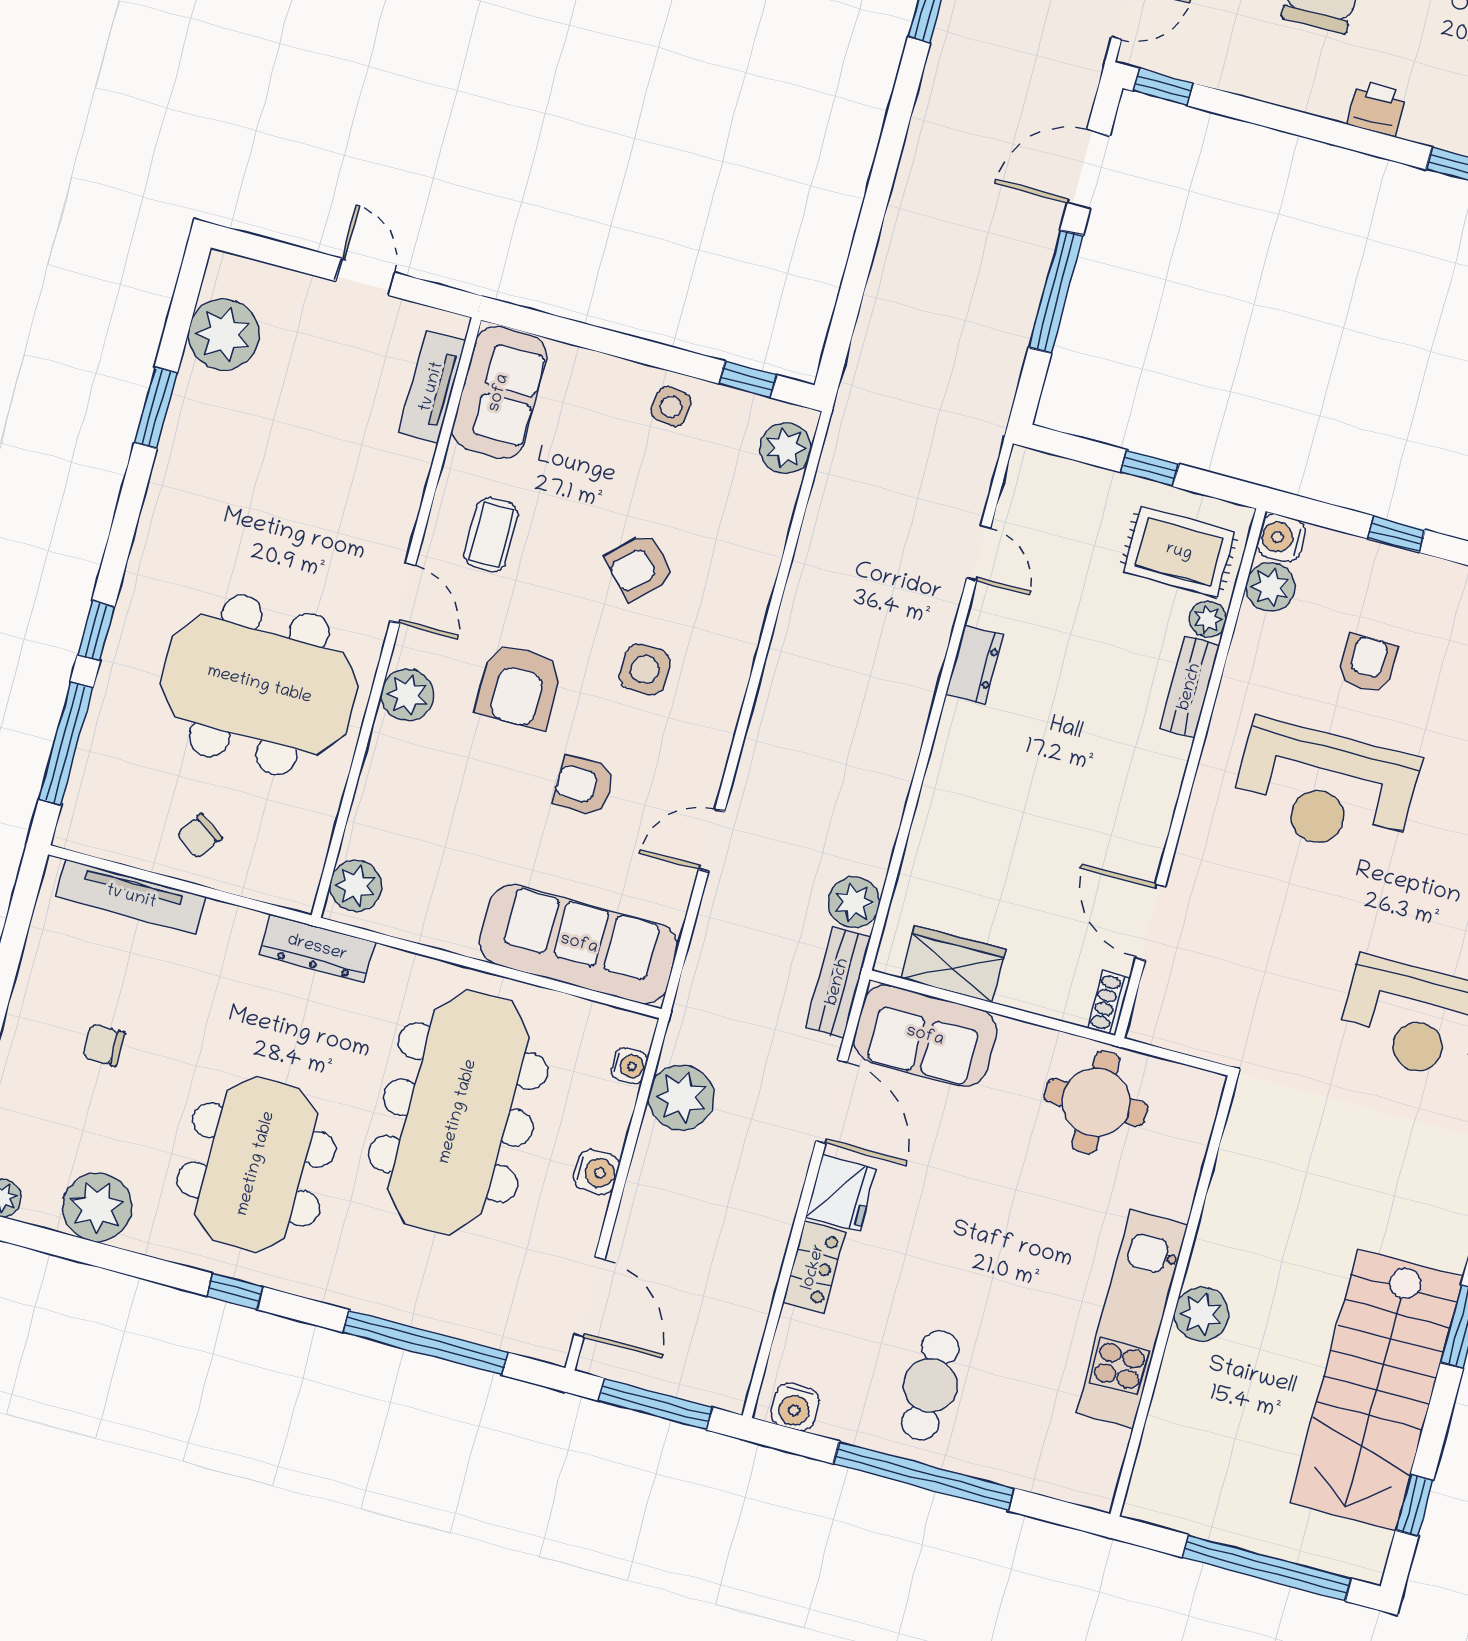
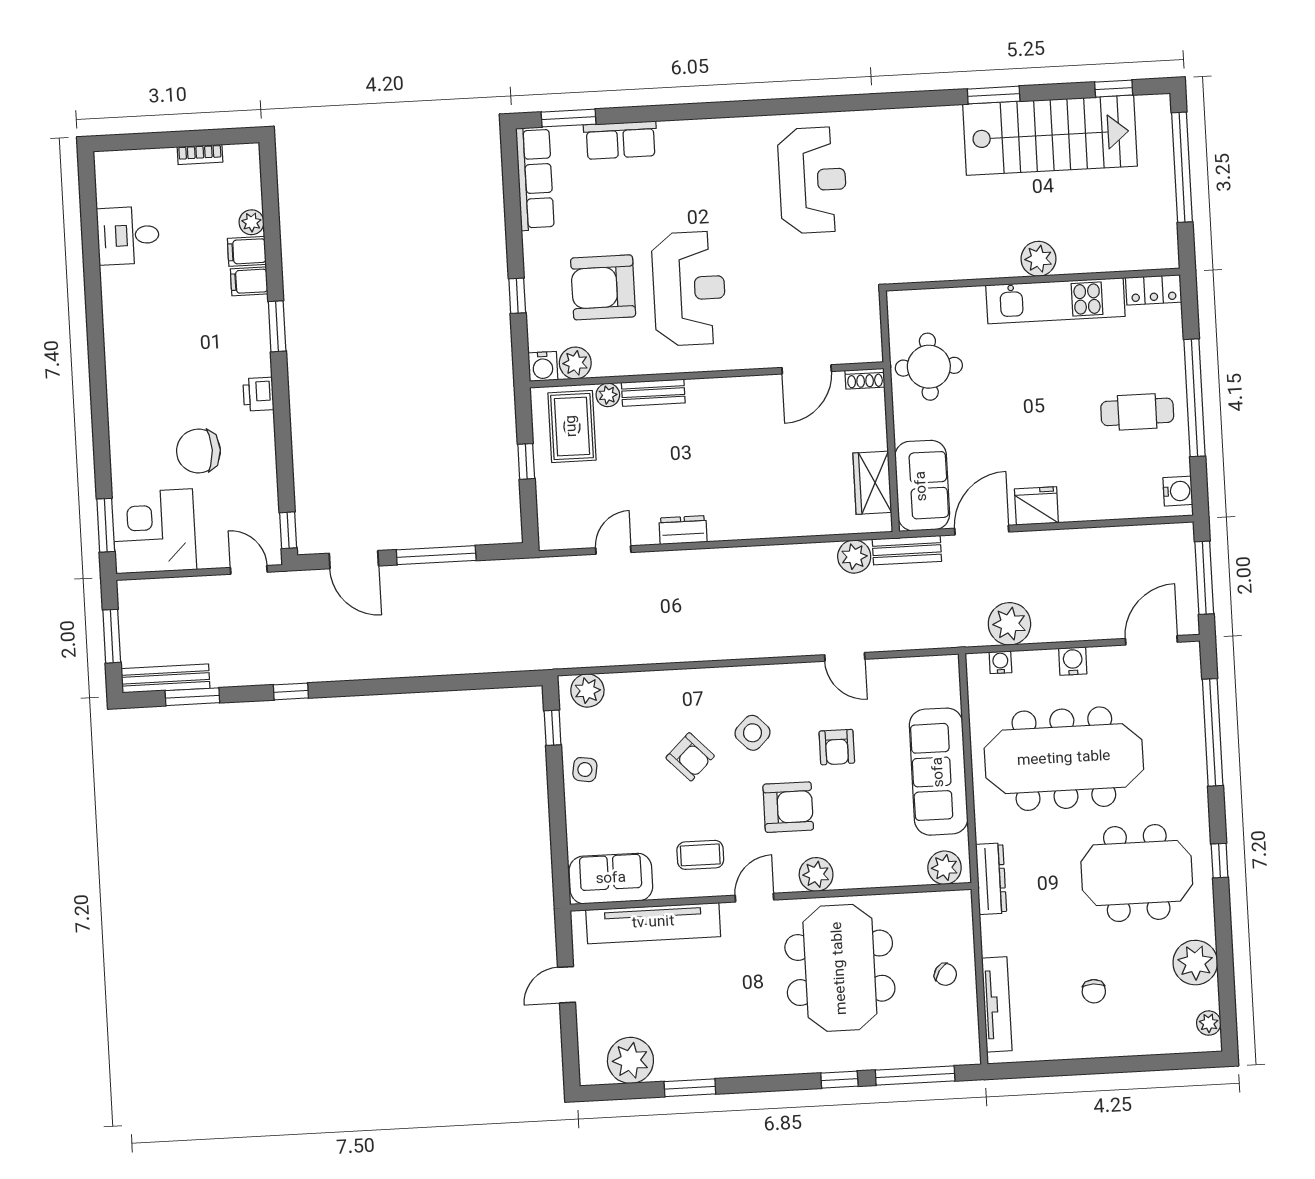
tv unit: (432, 387) -> (653, 923), width x1.92, depth x1.29
armchair: (1368, 664) -> (603, 287), width x1.88, depth x1.88
side table: (645, 669) -> (753, 733), turned 45
sofa: (579, 944) -> (939, 772), moved
locker: (814, 1267) -> (1154, 290), moved, turned 180

